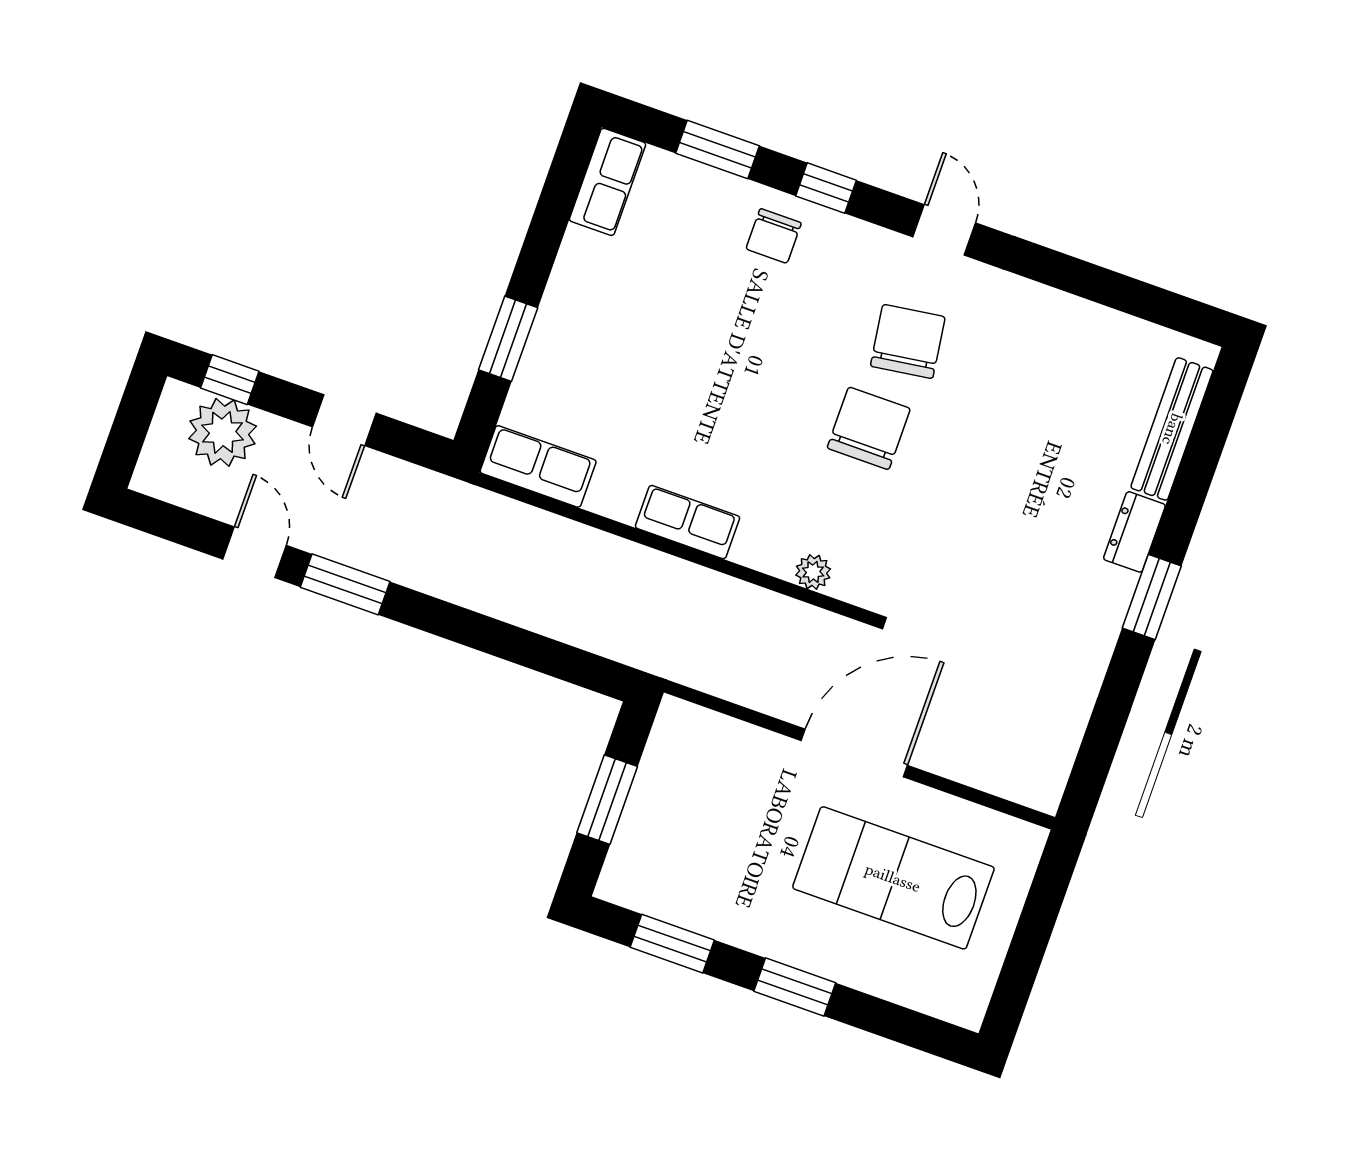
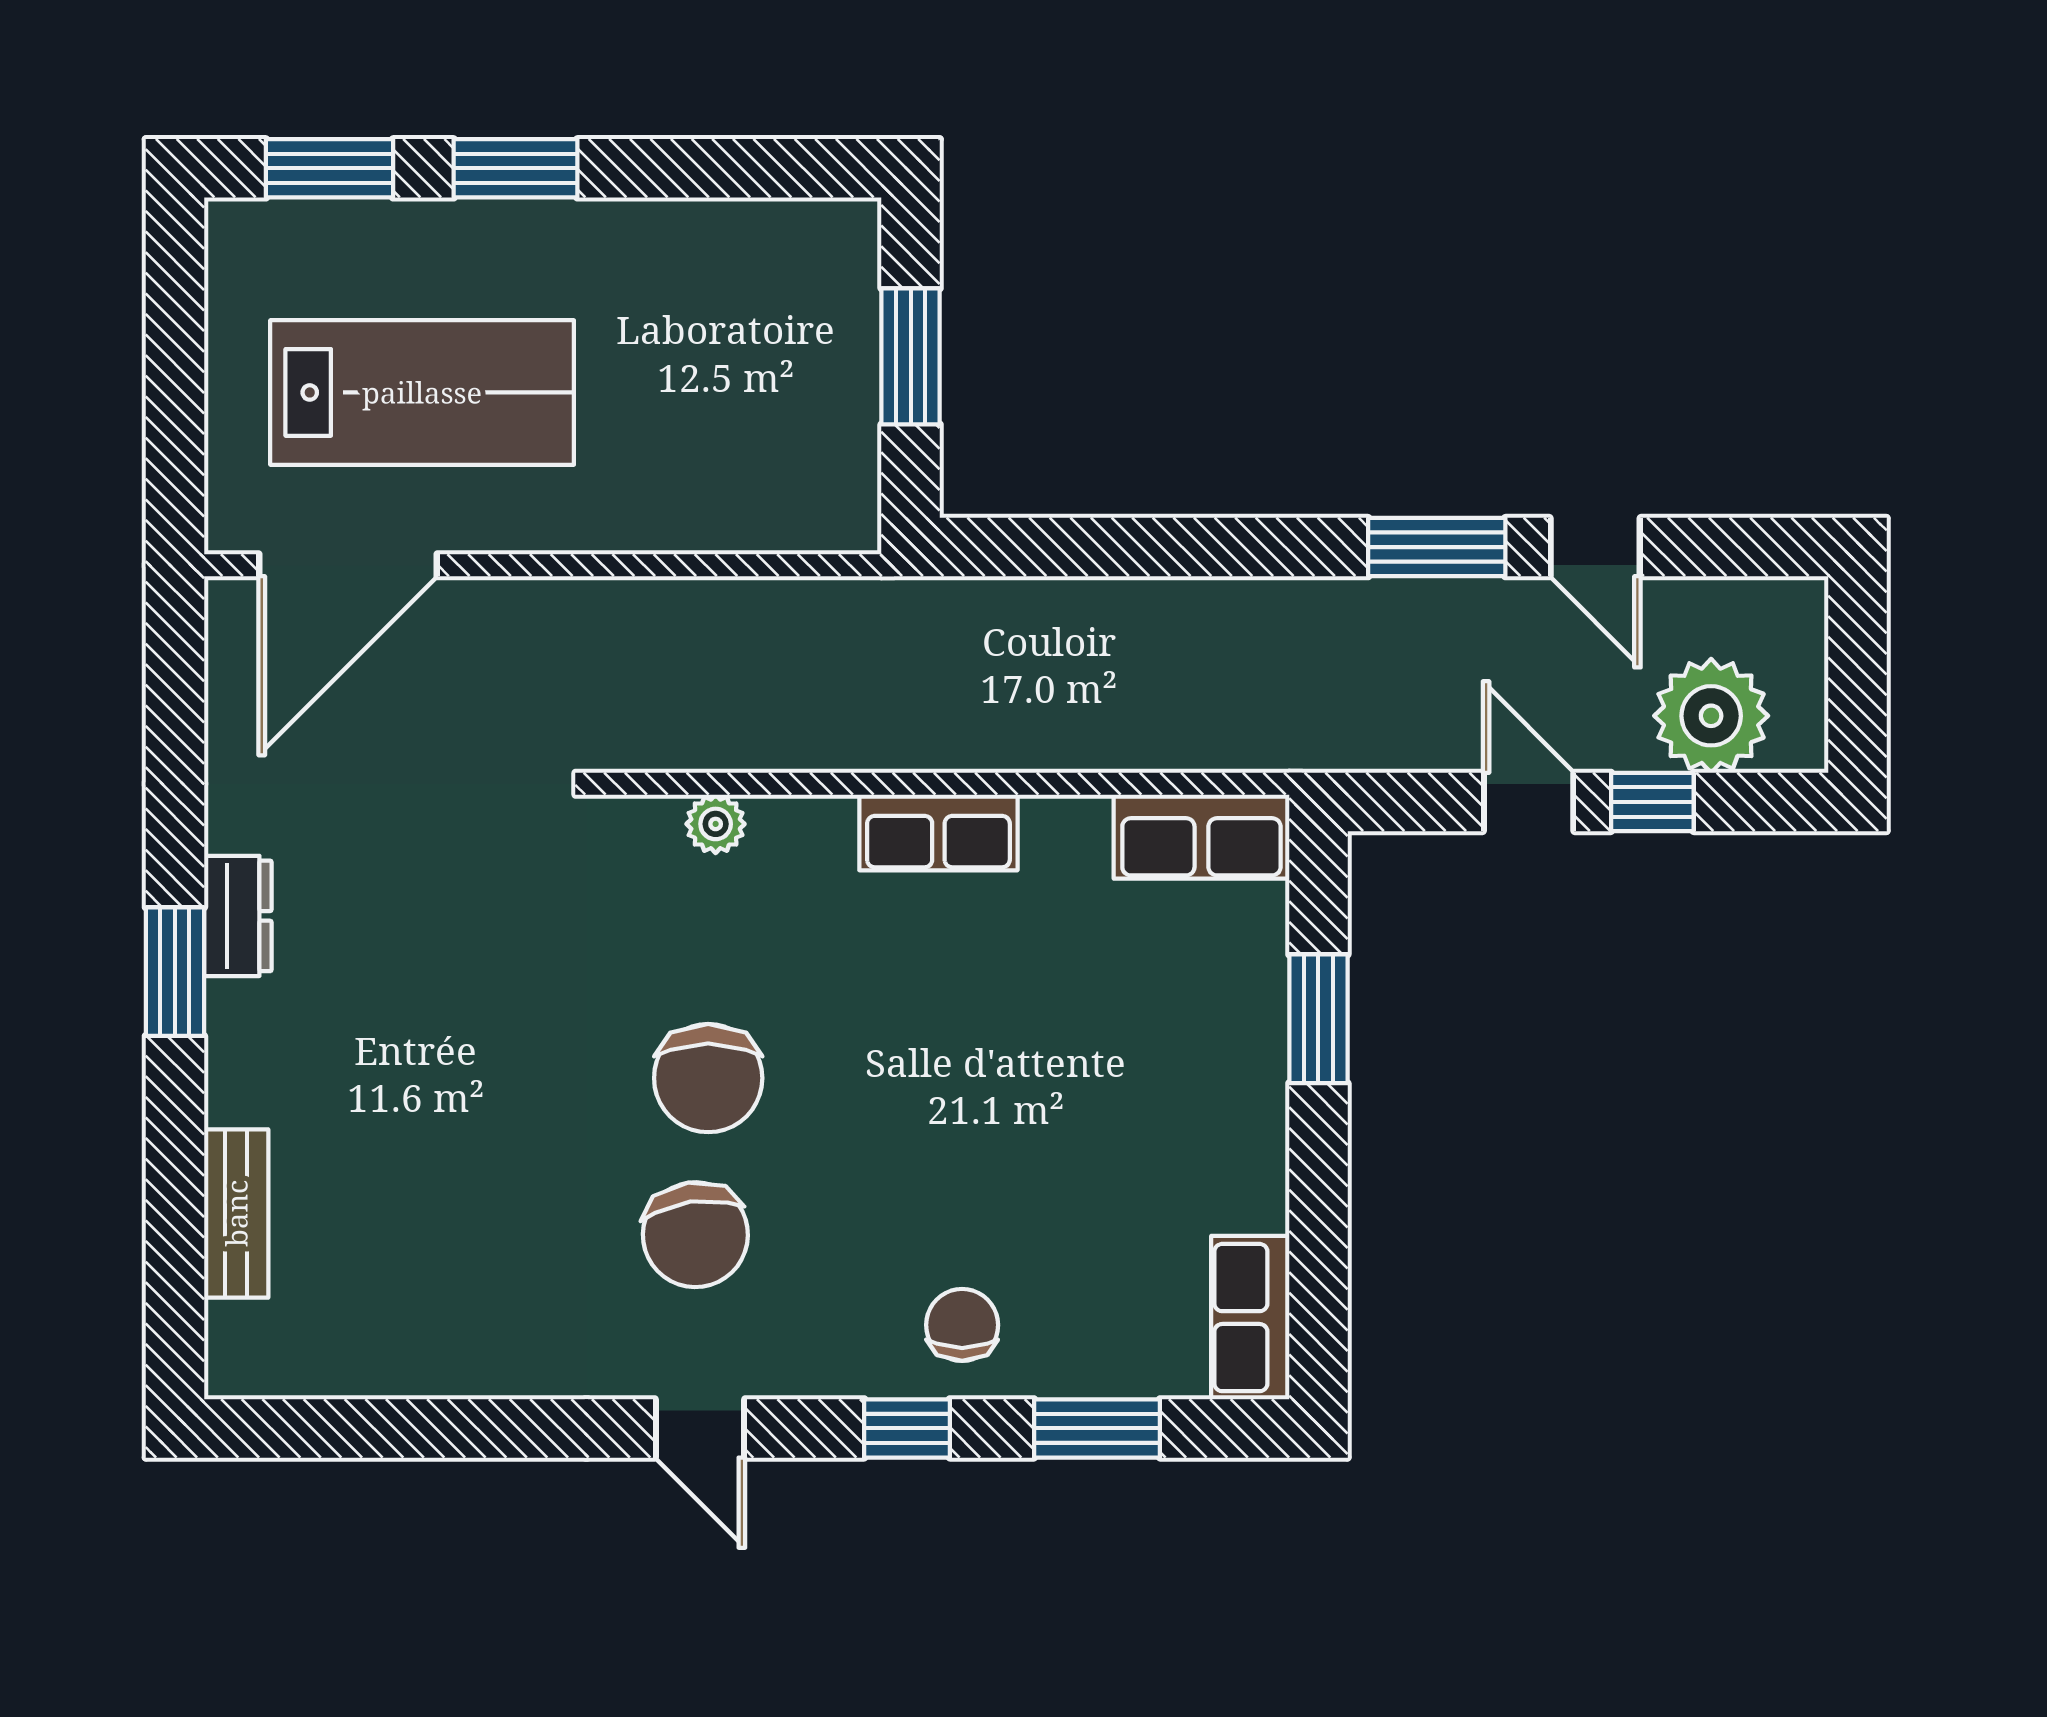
window: (230, 380) -> (1652, 802), moved
bench: (1172, 429) -> (236, 1213), width x0.73
dresser: (1134, 532) -> (238, 916), moved
door: (854, 753) -> (348, 565), moved
window: (672, 944) -> (330, 168), moved

